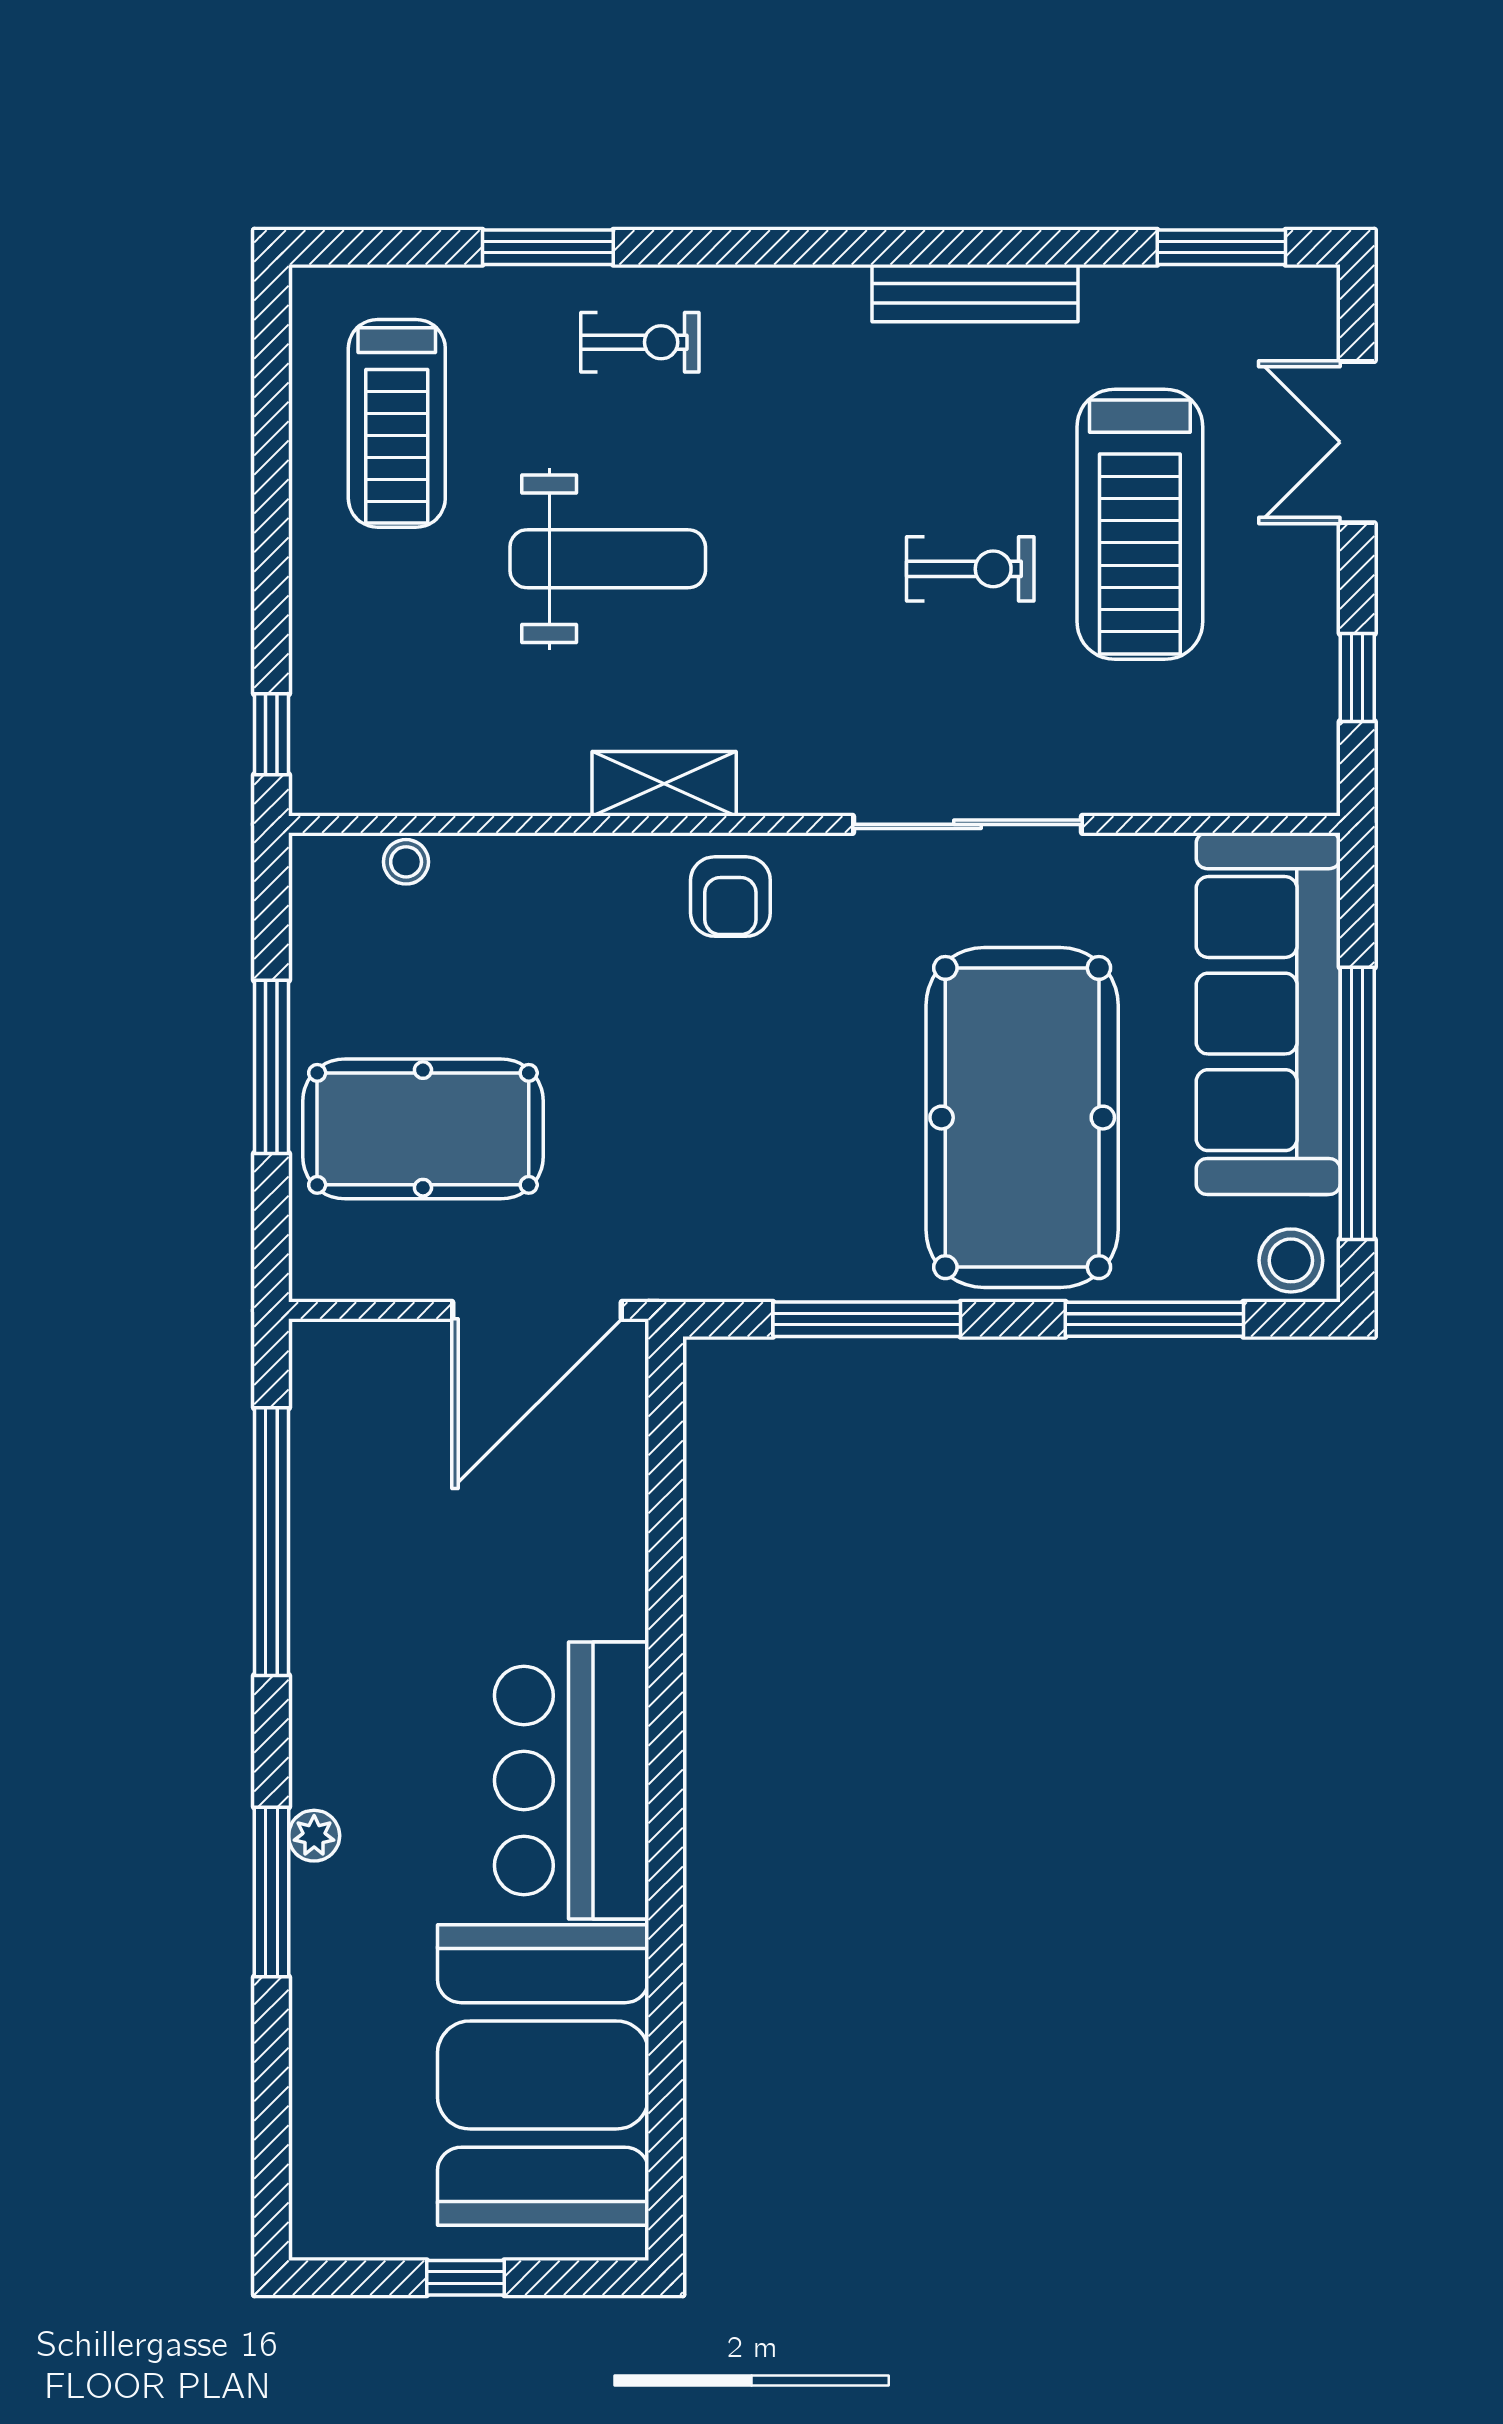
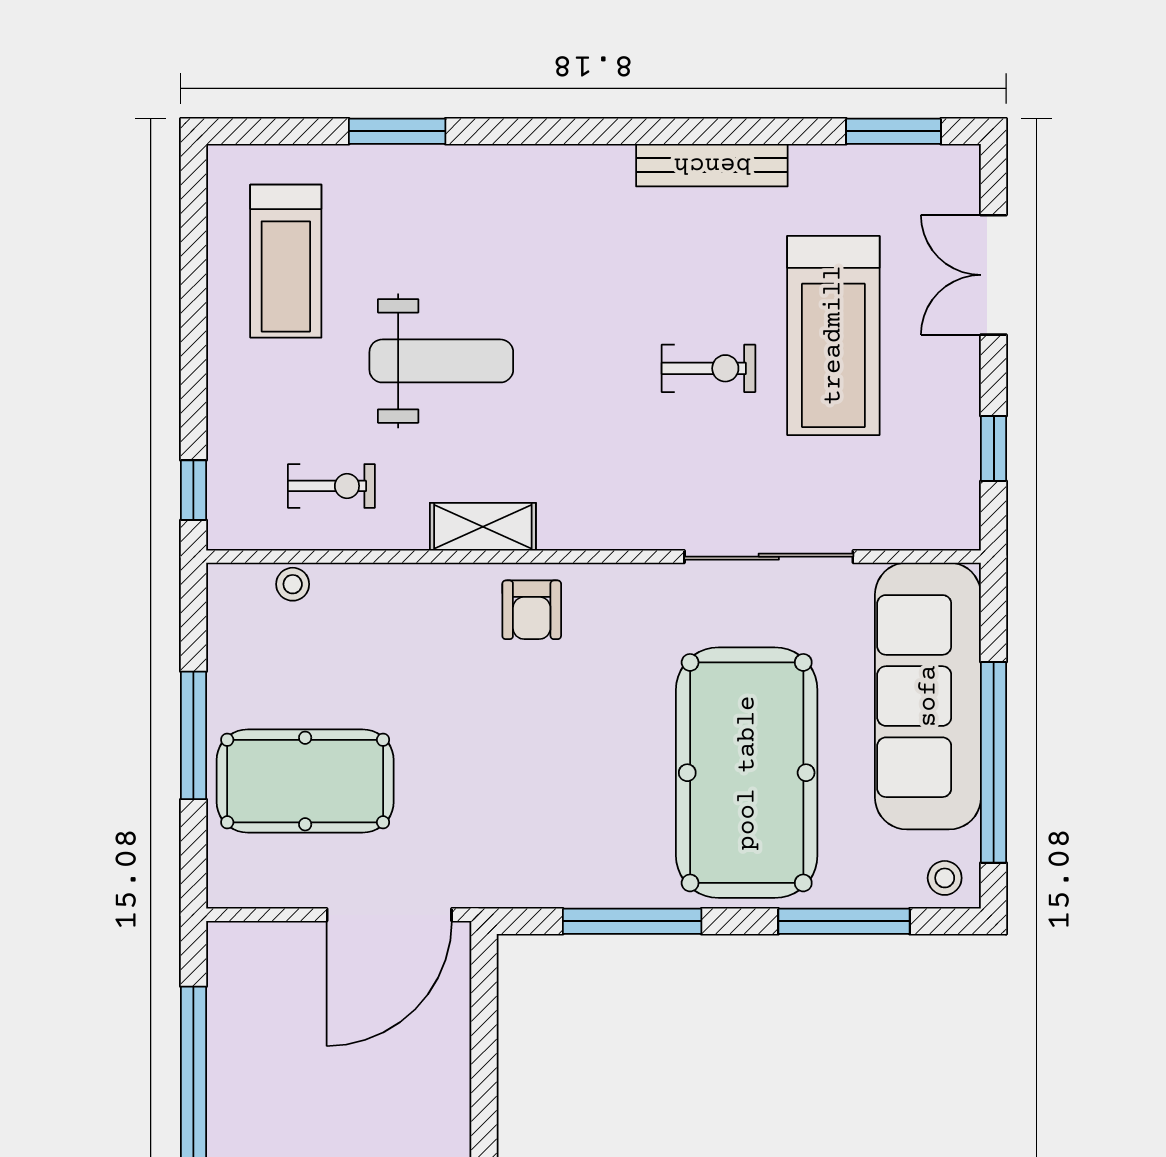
exercise bike: (640, 342) -> (331, 486), moved
sliding door: (967, 824) -> (769, 557), moved
stool: (1291, 1260) -> (945, 878), width x0.73, depth x0.73

